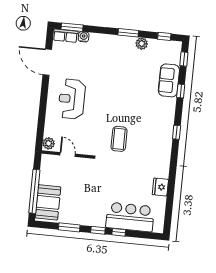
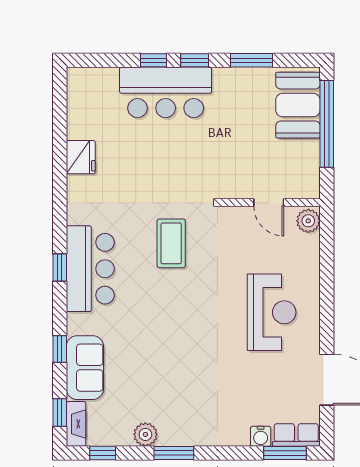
fireplace: (176, 52) -> (76, 424), added
bar counter: (161, 130) -> (90, 269), added
bar counter: (130, 217) -> (166, 92), moved

